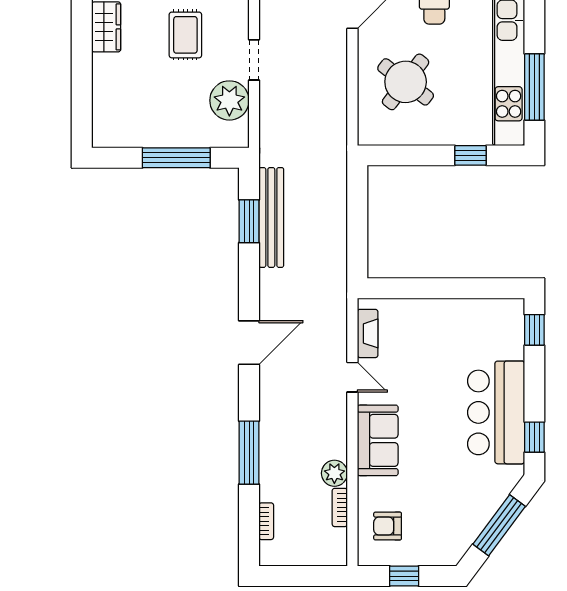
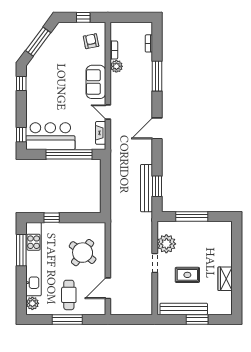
rug: (185, 35) -> (187, 275), turned 90
window: (434, 288) -> (69, 154), added
bar counter: (496, 412) -> (50, 136), moved, turned -90
armchair: (388, 526) -> (91, 41), turned -101

